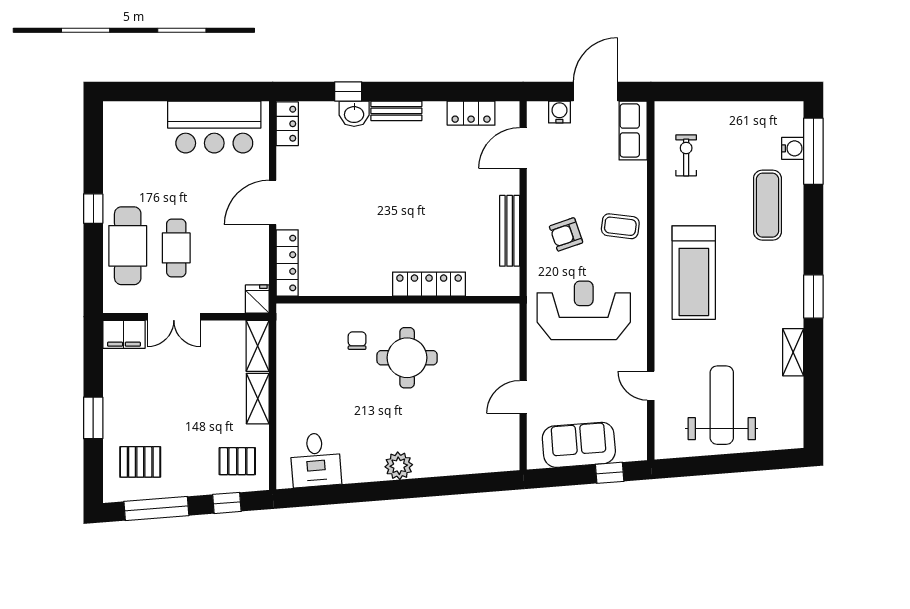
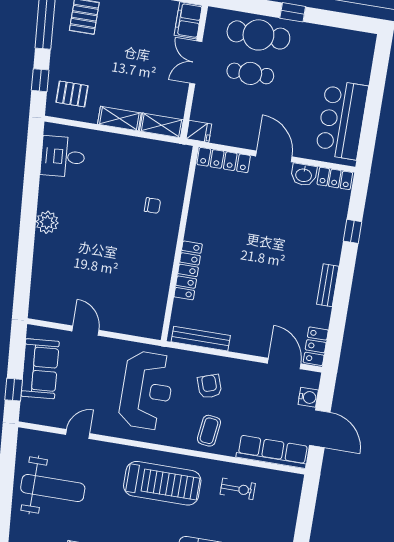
bench: (396, 111) -> (328, 285), moved
locker: (471, 113) -> (316, 346), moved
washbasin: (354, 114) -> (304, 175), moved, turned -90
row of seats: (633, 130) -> (272, 452), width x1.48
exercise bike: (686, 155) -> (238, 489), moved
bench: (510, 231) -> (201, 339), moved
treadmill: (694, 273) -> (162, 483), turned 180
round table: (407, 358) -> (132, 243), removed
pallet: (237, 461) -> (72, 94), turned 90

